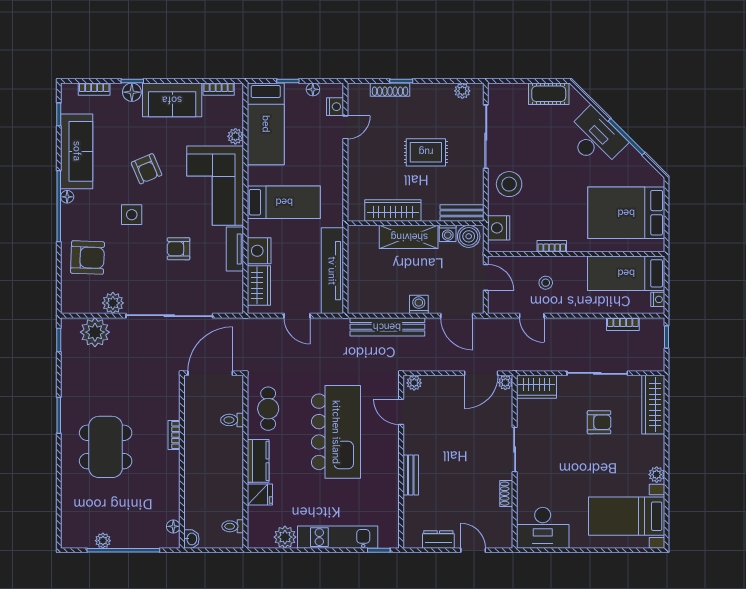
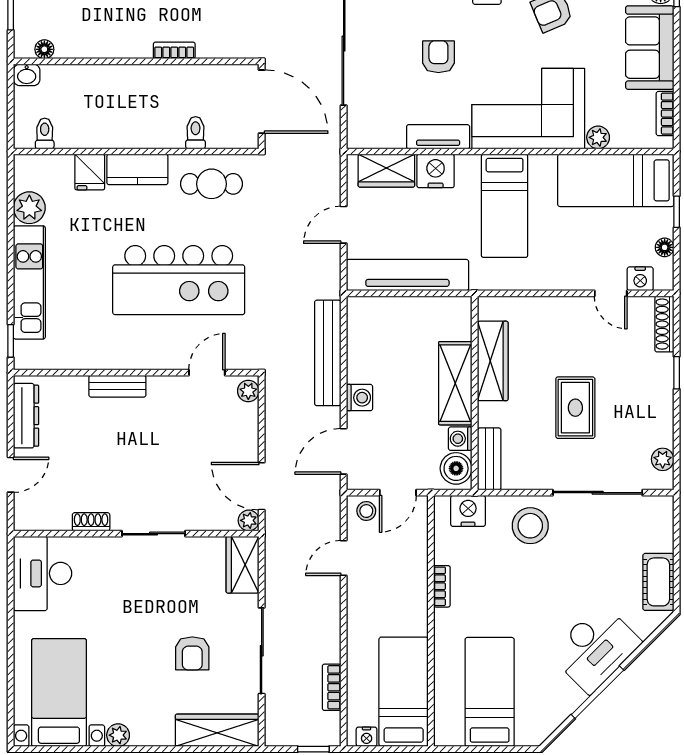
shoe rack: (390, 90) -> (664, 324), moved
bed: (626, 213) -> (490, 692), width x0.67
stool: (546, 283) -> (366, 511), moved
dresser: (438, 539) -> (26, 416), width x1.44

